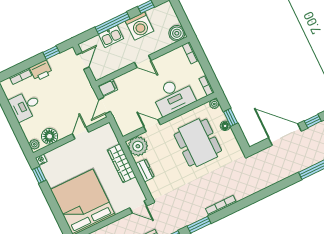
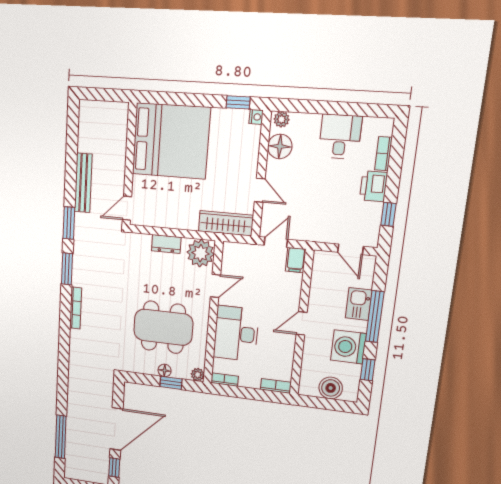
boiler: (177, 33) -> (331, 388), moved
door: (105, 106) -> (276, 242), hinge flipped
wardrobe: (122, 163) -> (226, 223), moved

